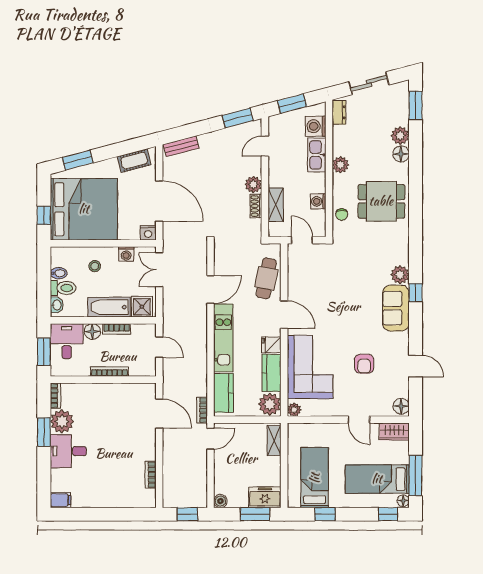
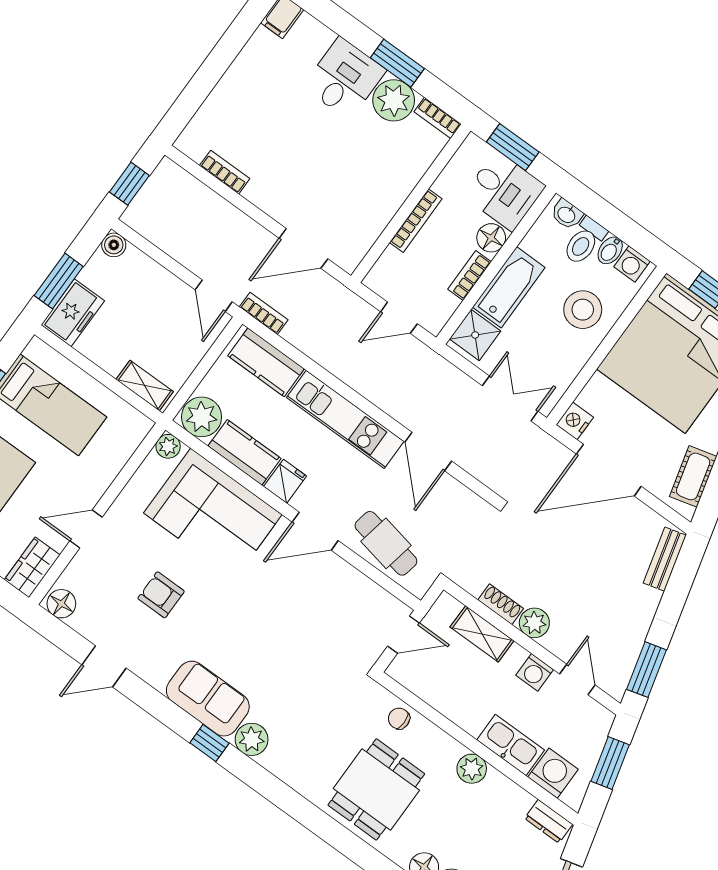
washing machine: (318, 201) -> (535, 672), moved, turned 180
washing machine: (126, 254) -> (632, 264), moved, turned -90
stool: (95, 266) -> (583, 310), width x1.89, depth x1.89

